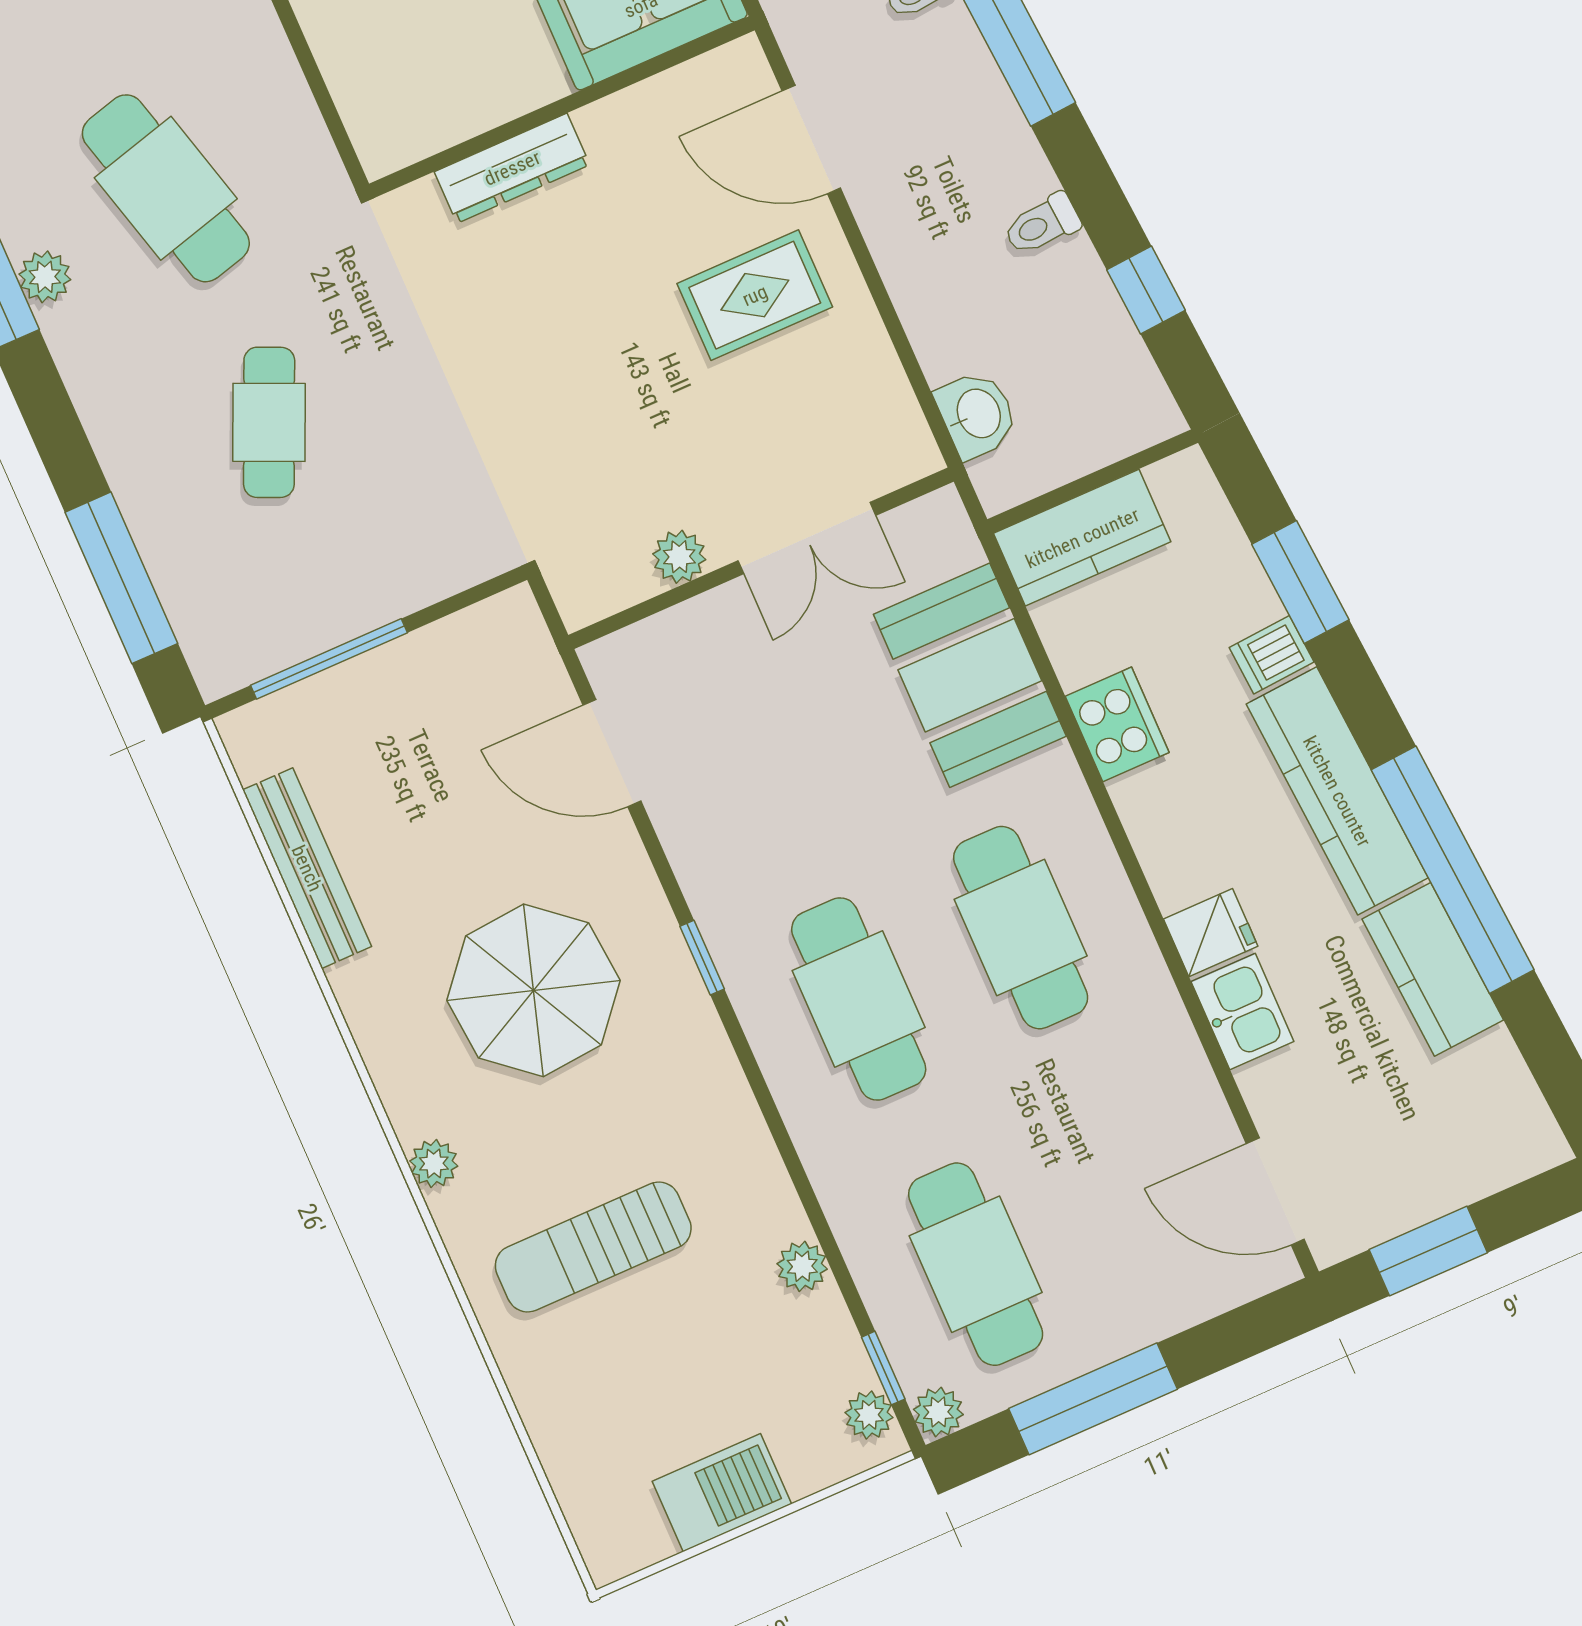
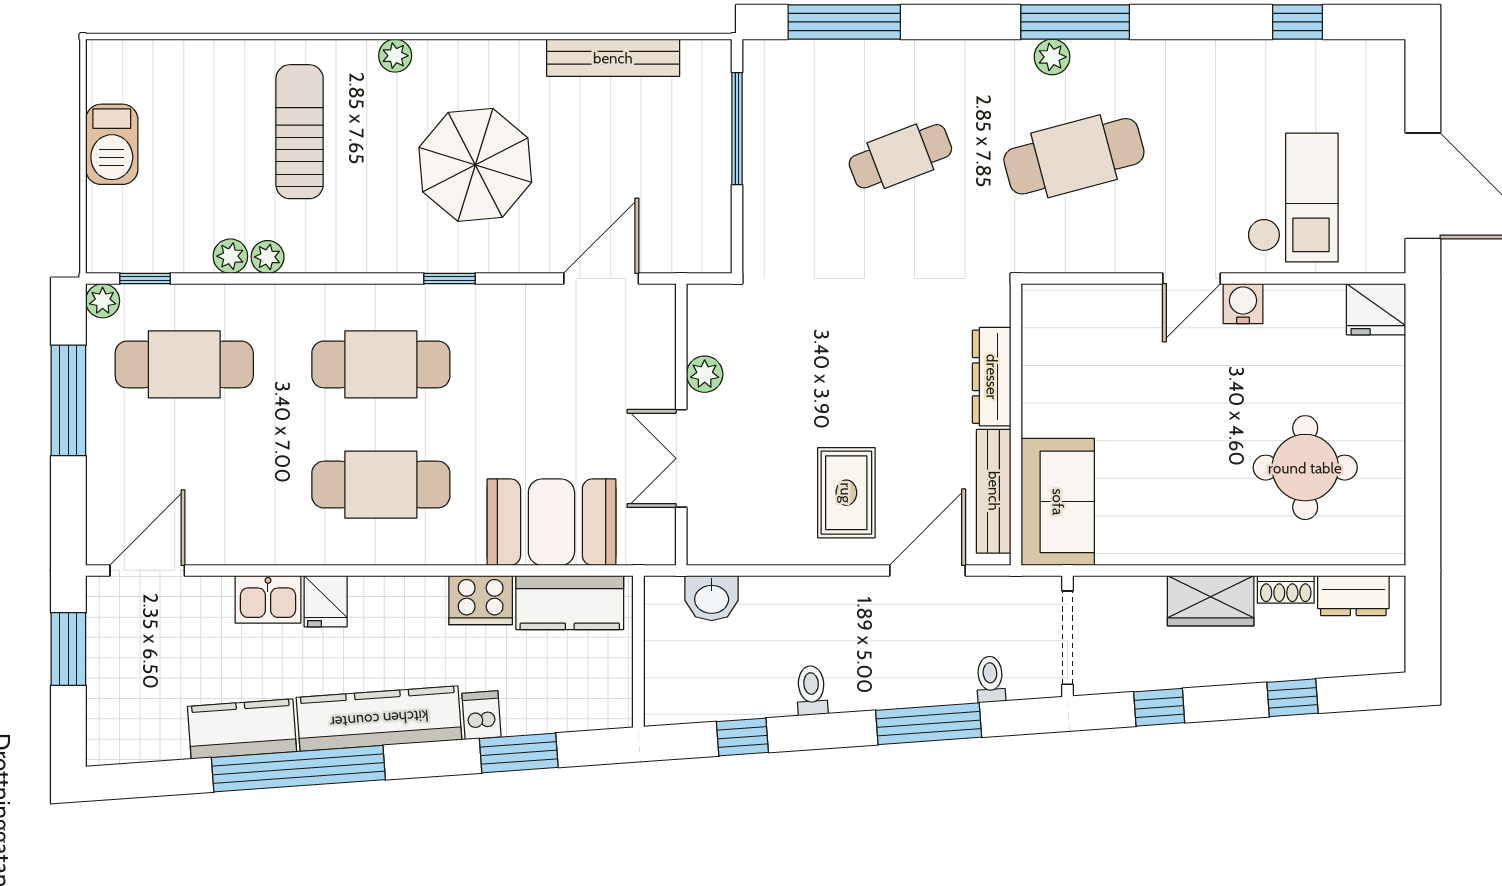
bench: (665, 98) -> (994, 491), added
cafe table: (269, 422) -> (900, 156), turned -45
kitchen counter: (1082, 538) -> (570, 603), moved, turned -90
plant: (869, 1415) -> (268, 257), moved

